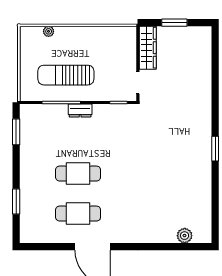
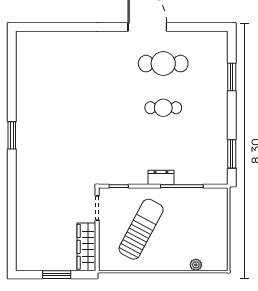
sun lounger: (66, 75) -> (141, 229), moved, turned -62
cafe table: (78, 174) -> (163, 108), width x0.73, depth x0.74
plant: (185, 236) -> (46, 39), removed

